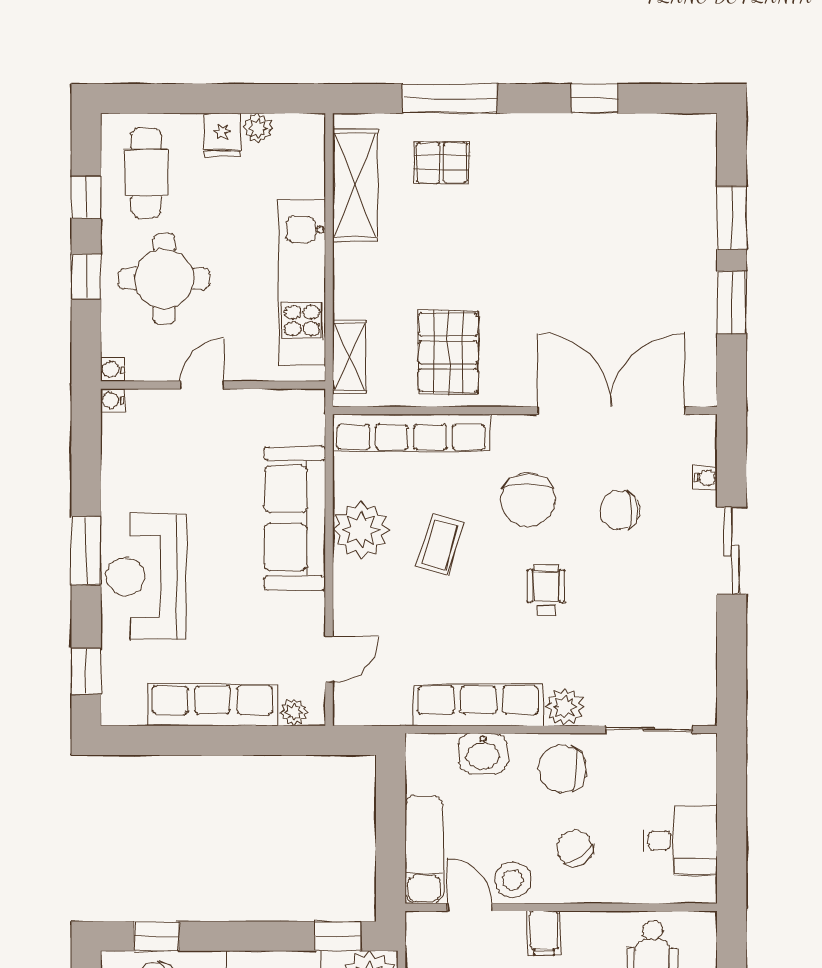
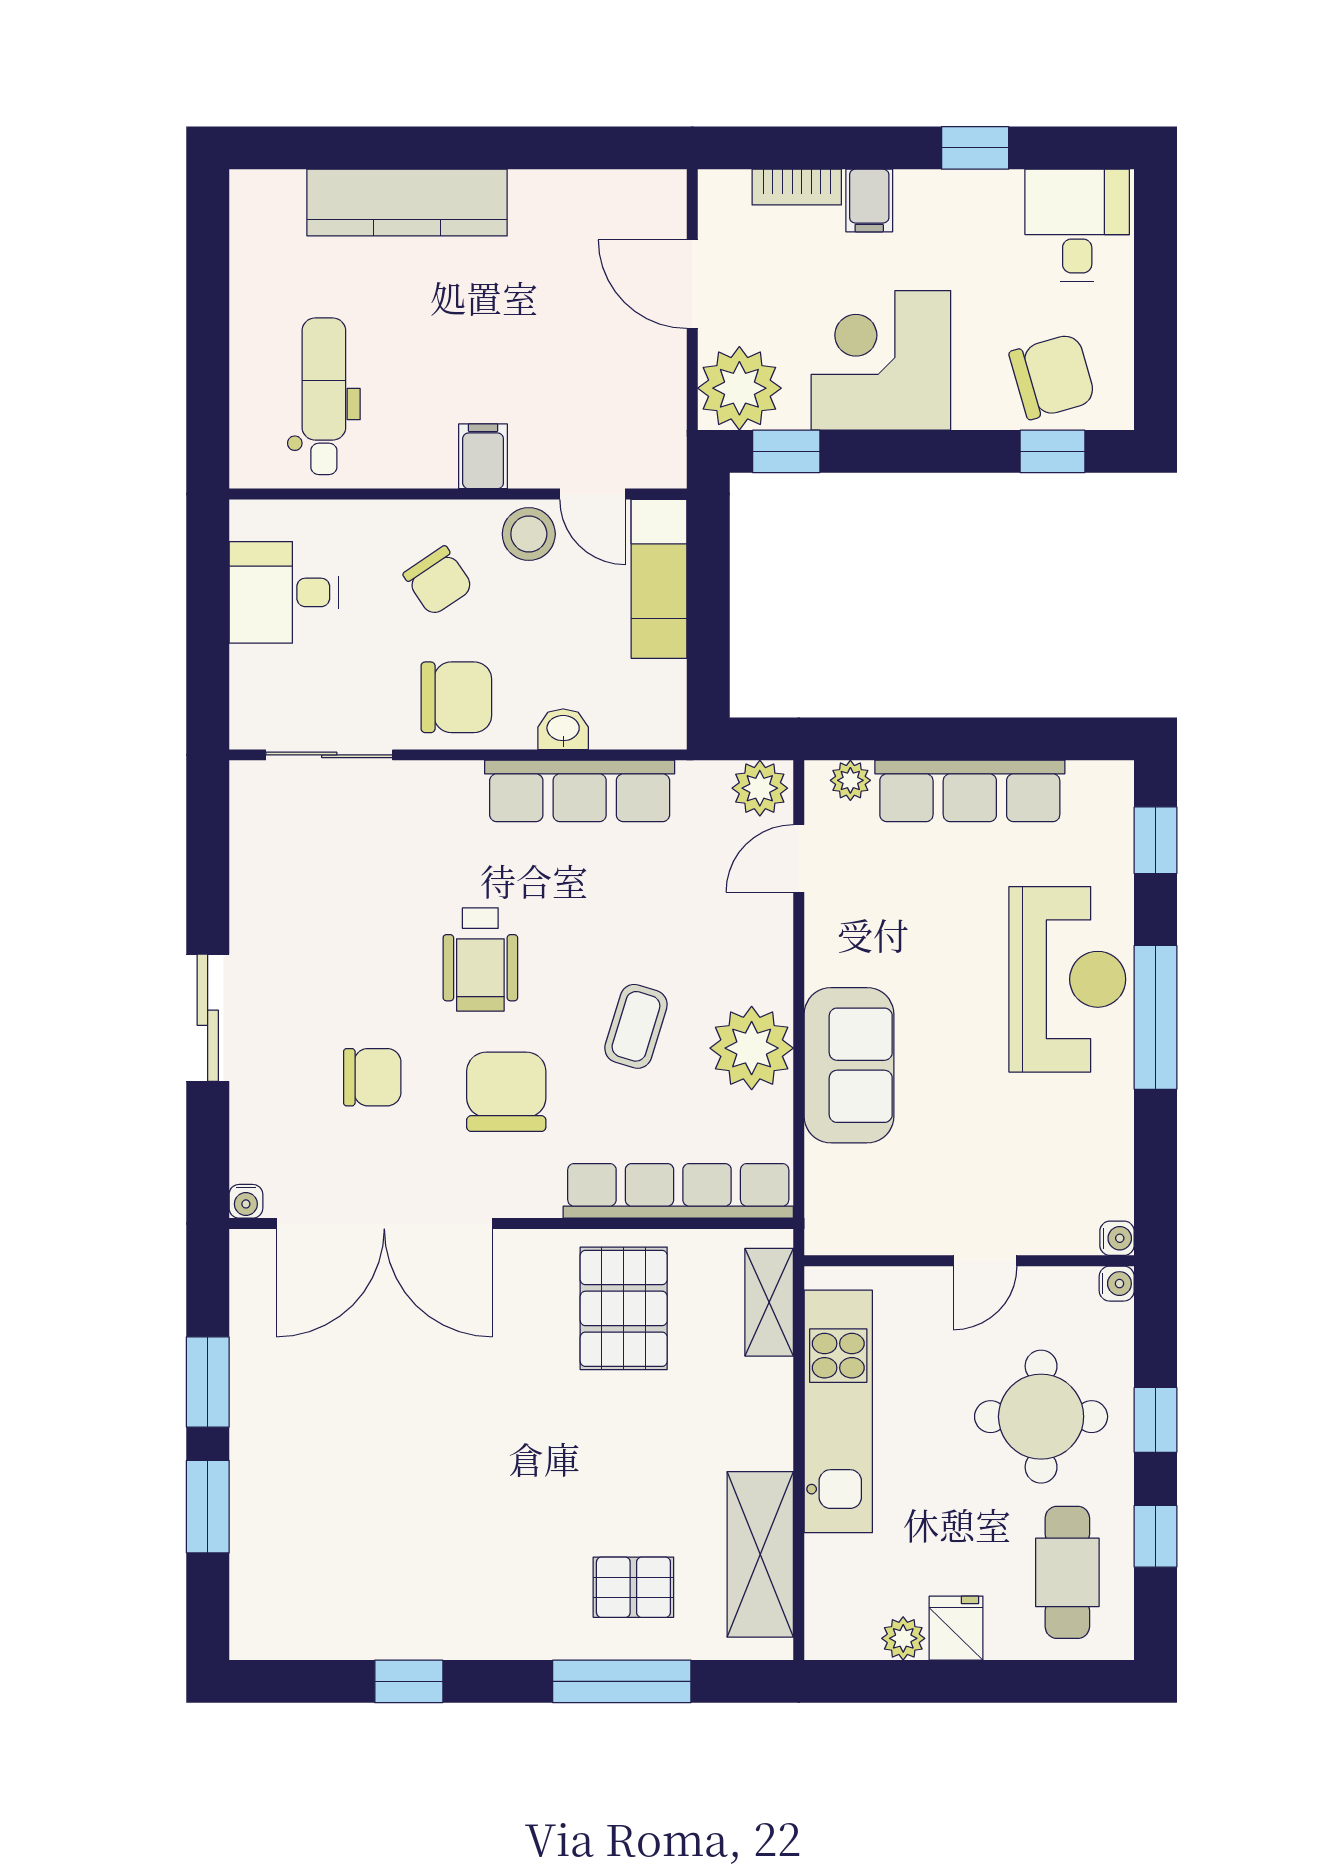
water cooler: (706, 478) -> (246, 1201), moved, turned -90
sofa: (295, 518) -> (849, 1065), width x0.73
window: (86, 551) -> (1155, 1017), width x1.44
wheelchair: (546, 590) -> (480, 959), width x1.36, depth x1.37
plant: (565, 707) -> (760, 788), moved
washbasin: (483, 753) -> (563, 729), width x0.72, depth x0.69

